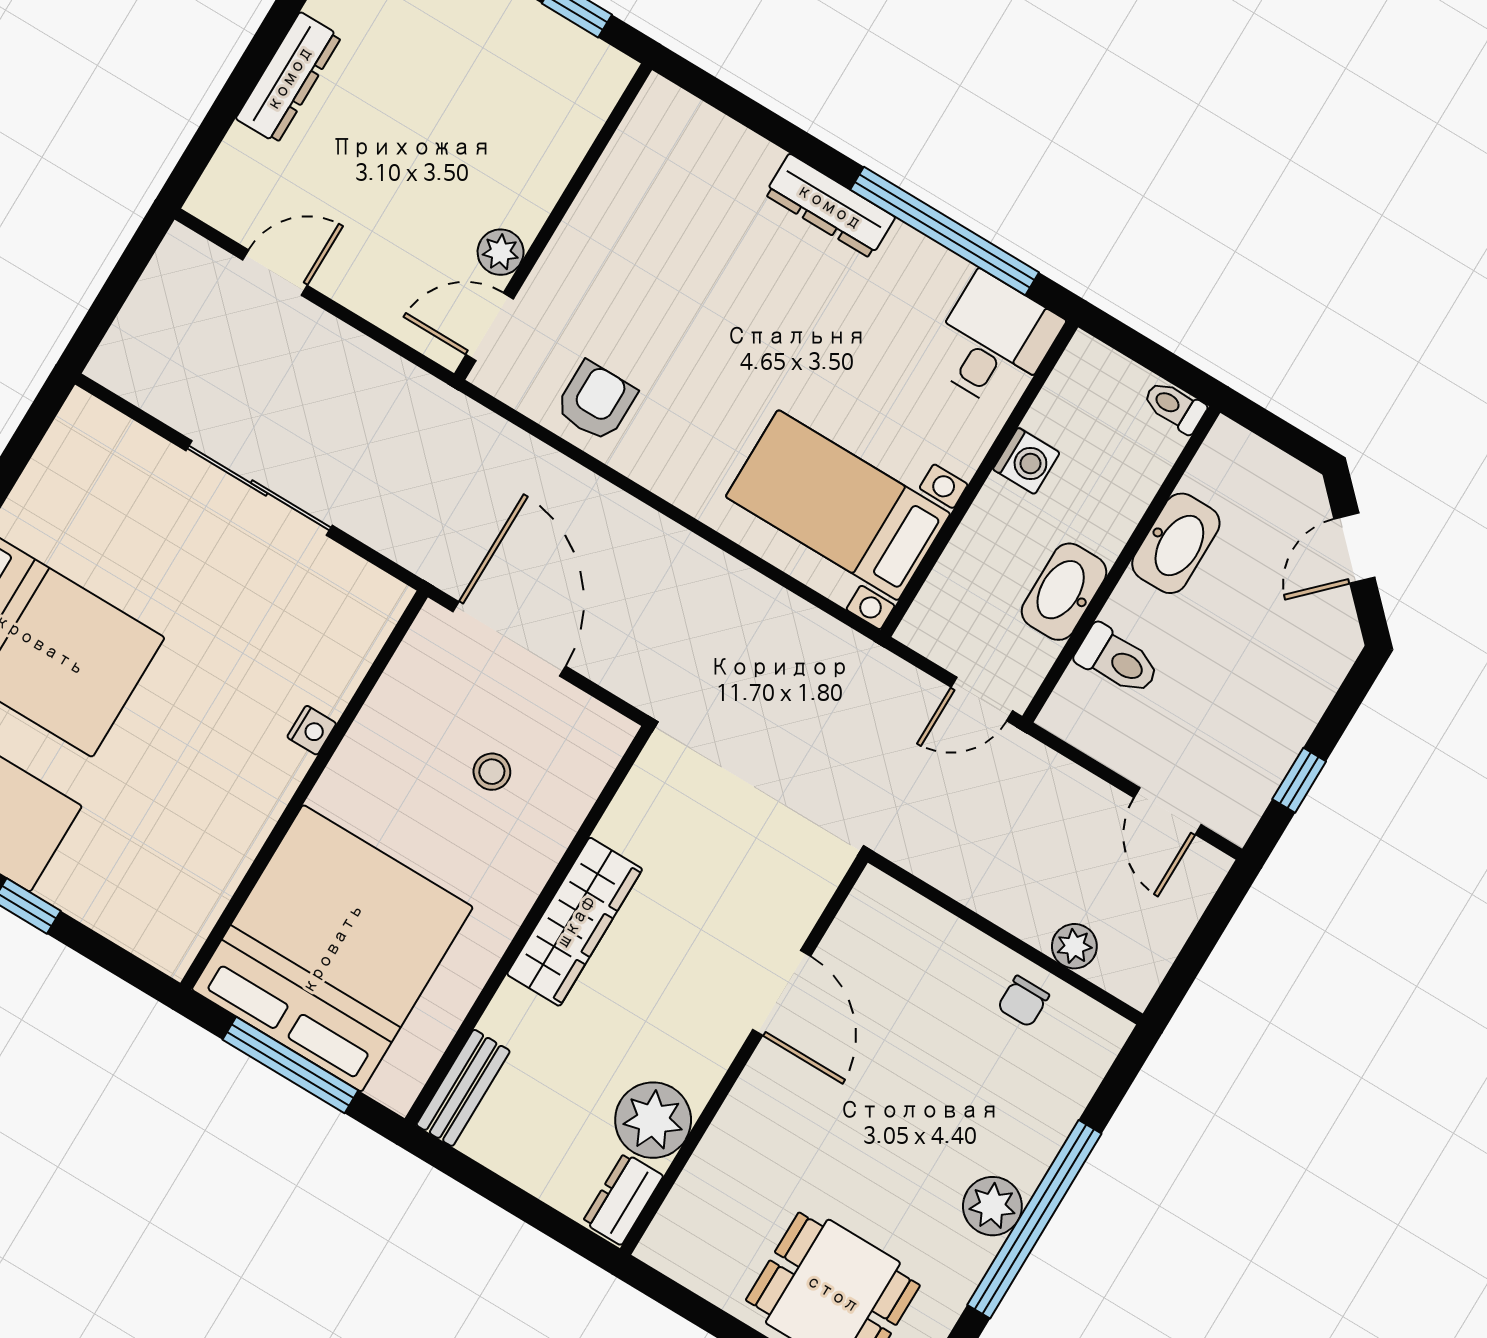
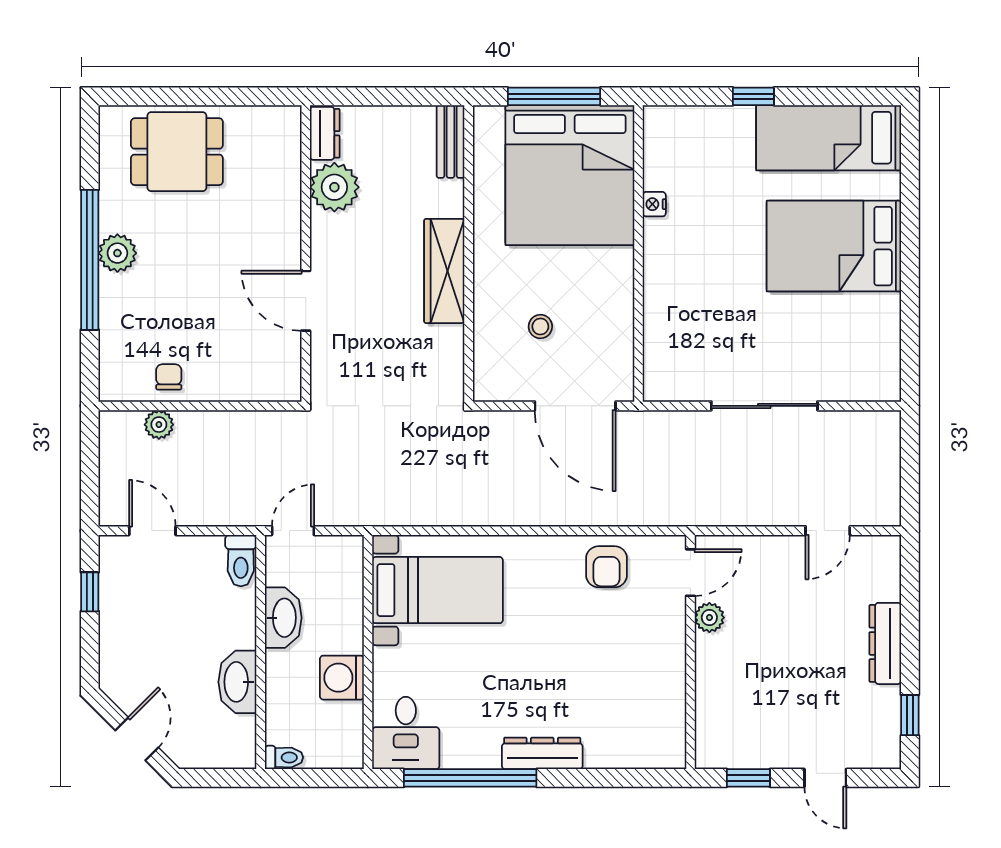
washing machine: (1026, 461) -> (342, 678), width x1.38, depth x1.38
toilet: (1117, 660) -> (241, 561), moved, turned -90
nightstand: (312, 730) -> (654, 204), moved

